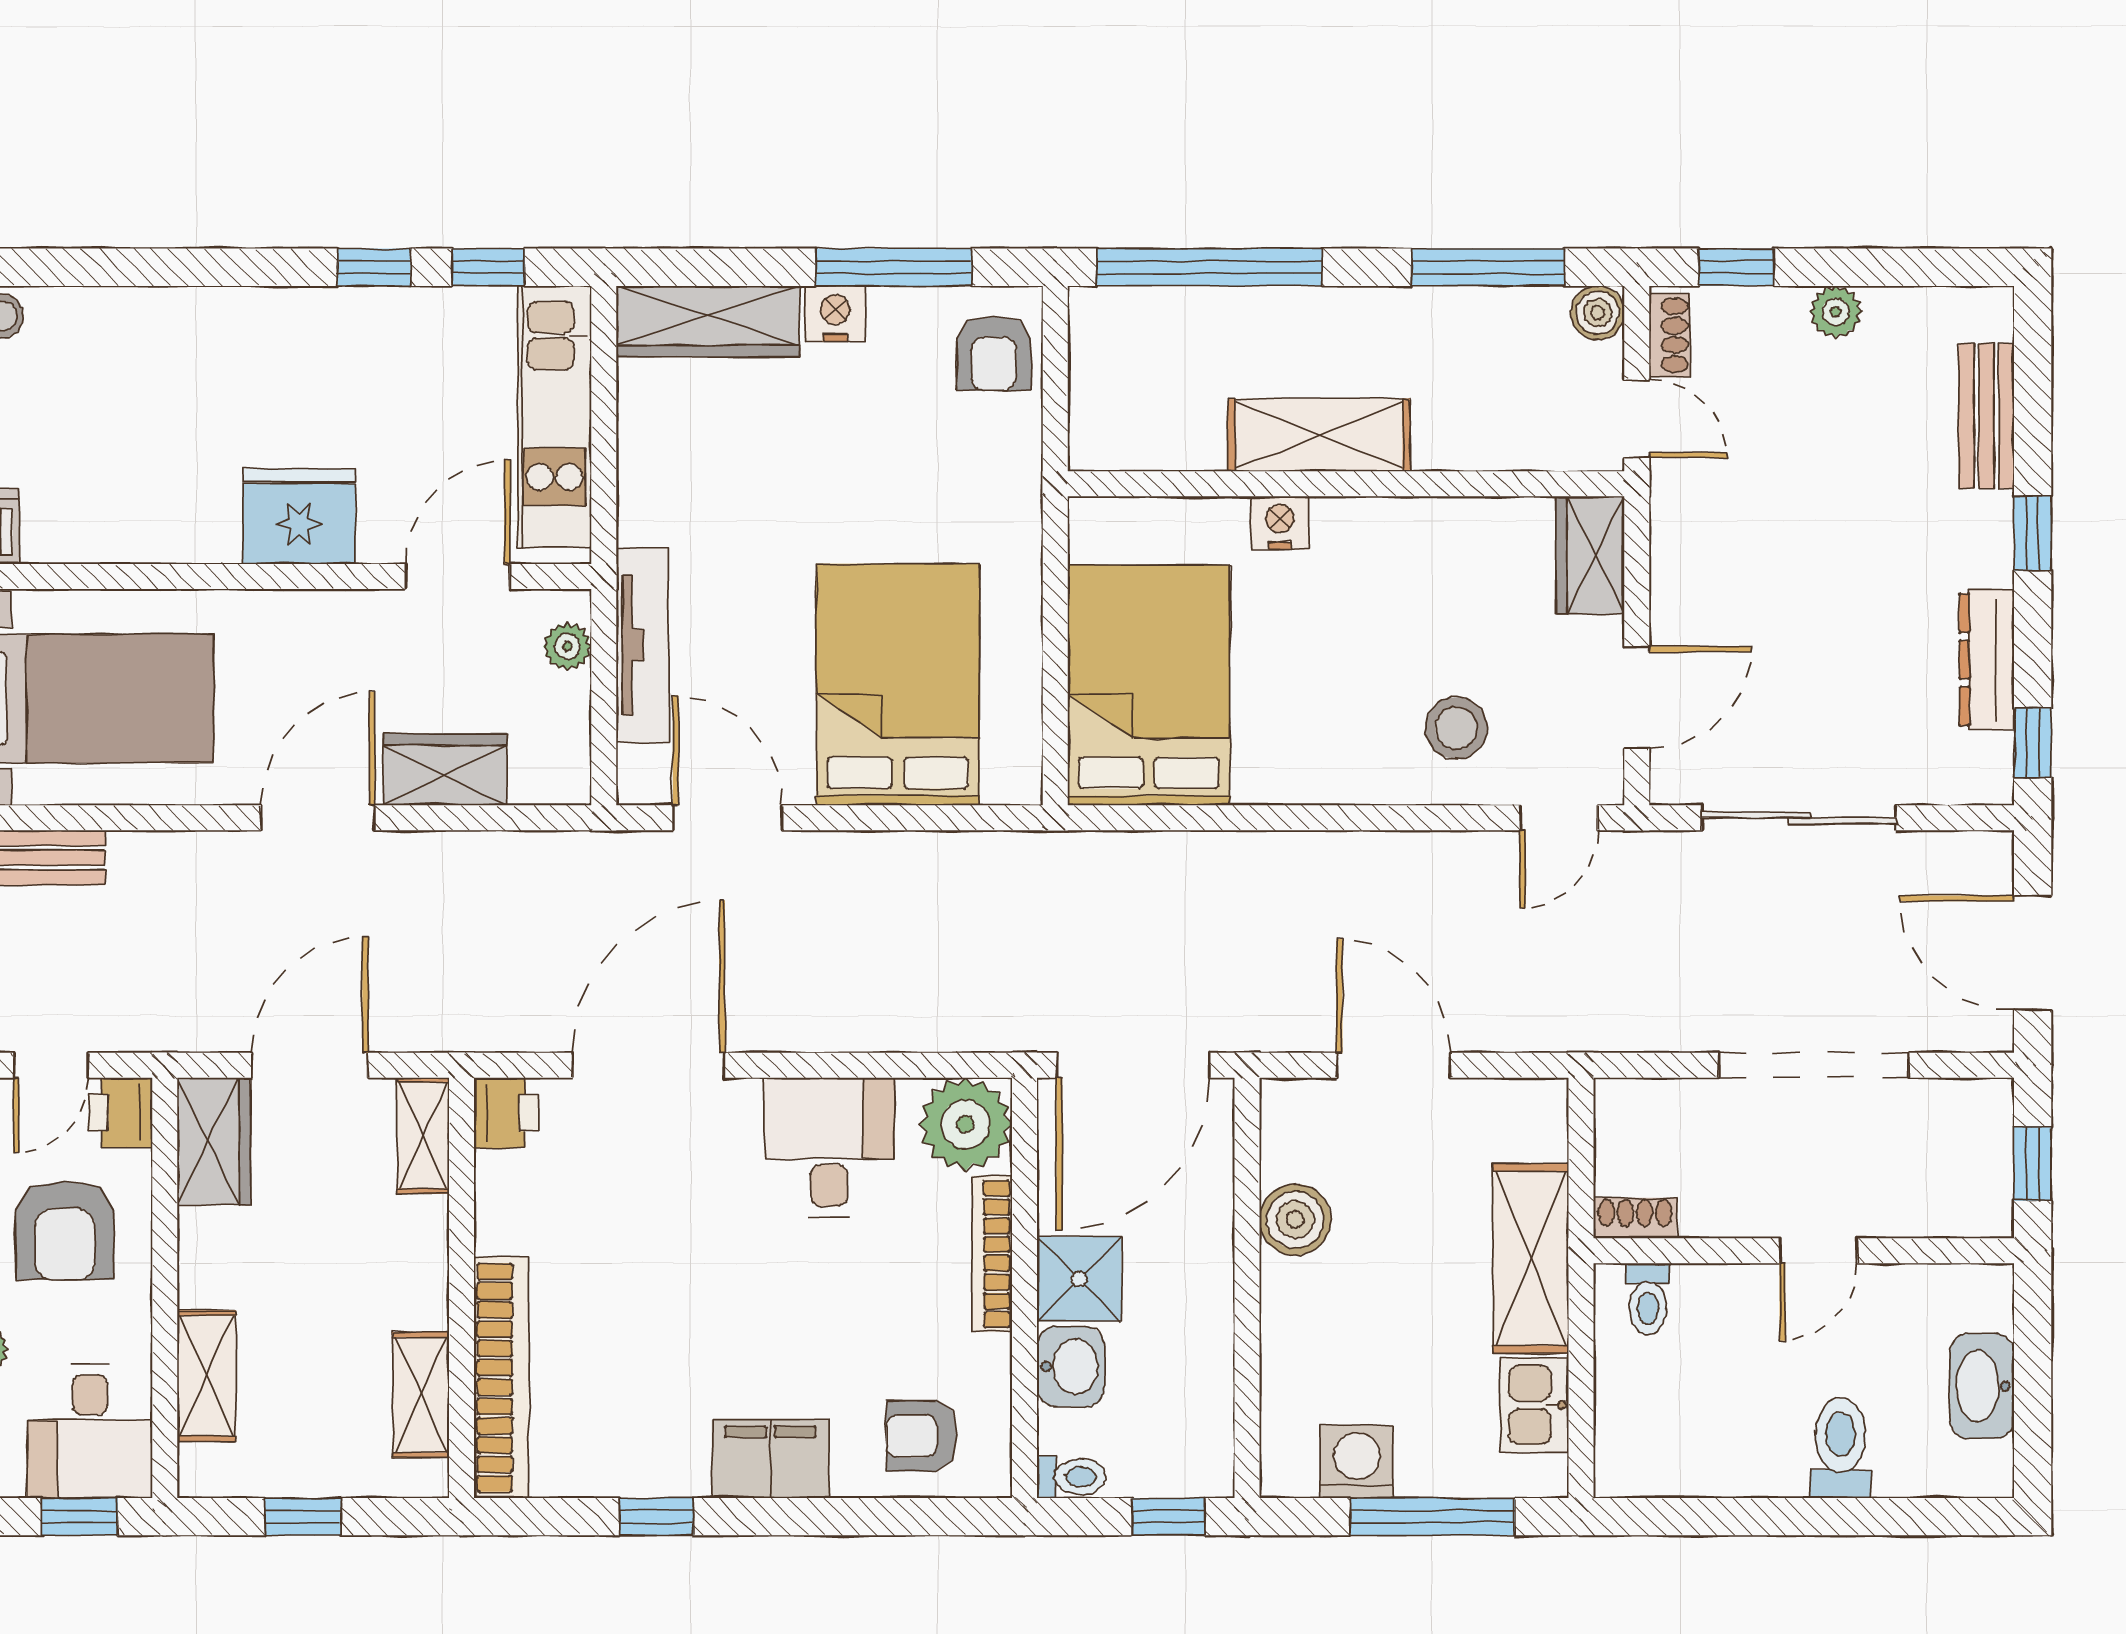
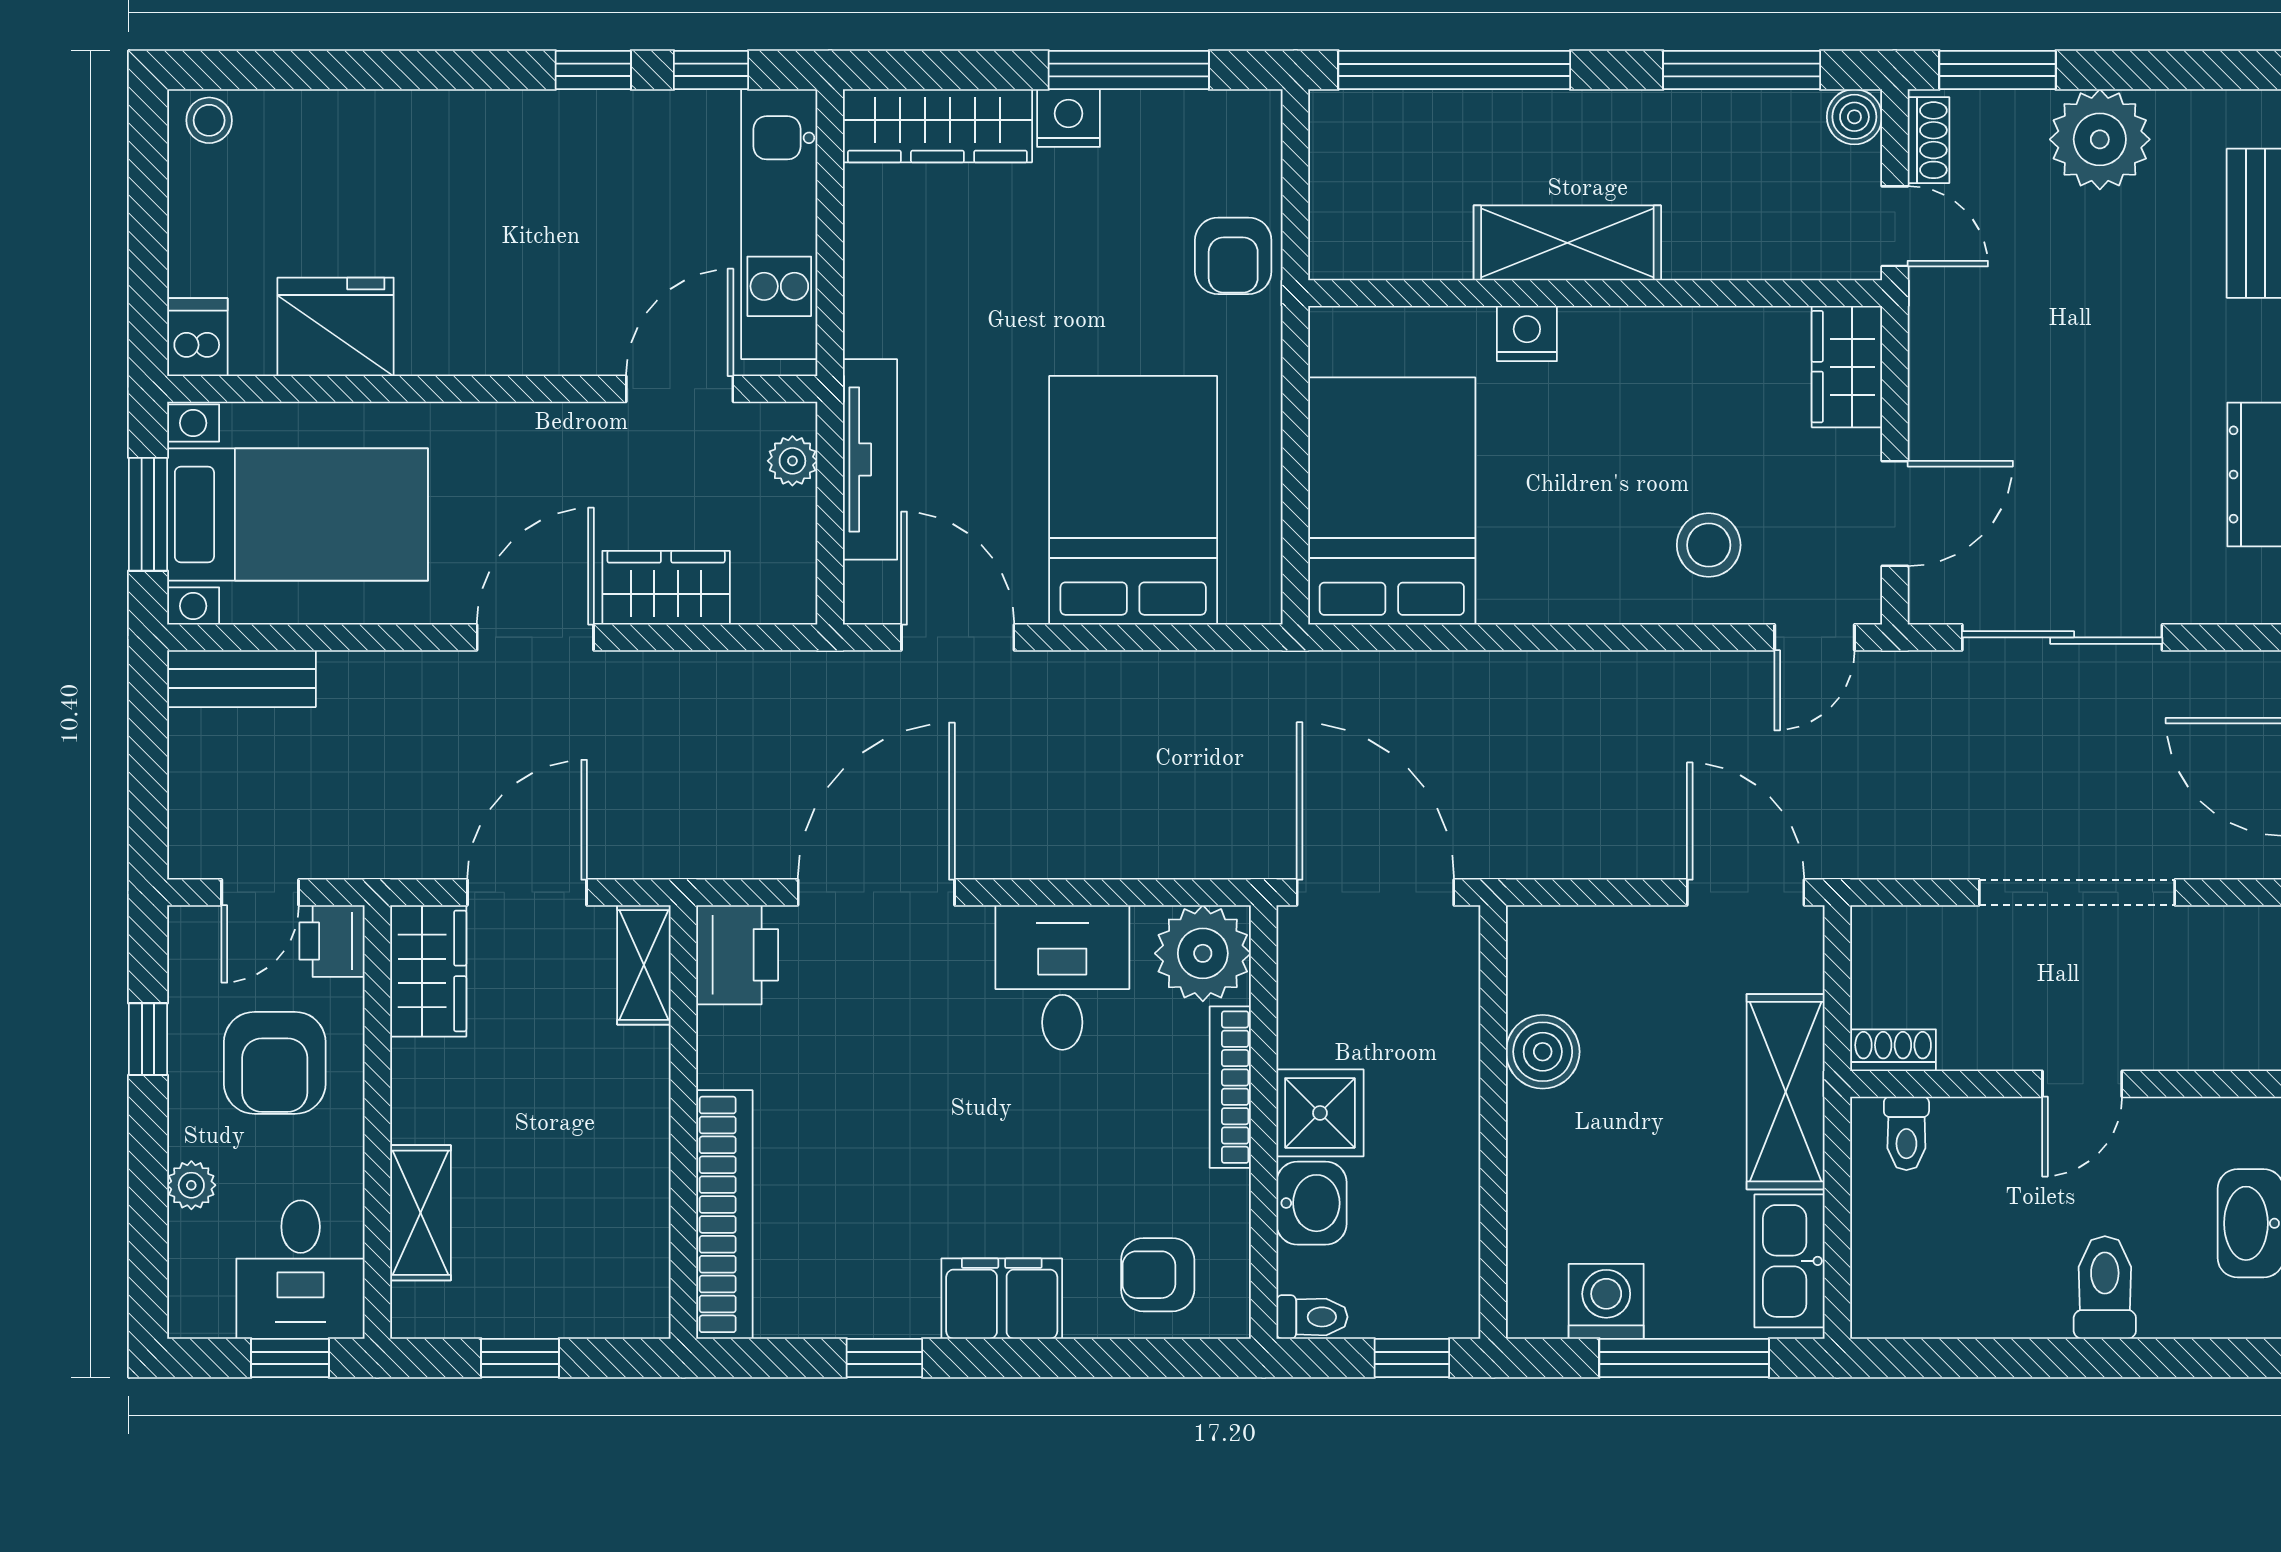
window: (1736, 267) -> (1998, 70), width x1.50
plant: (1836, 312) -> (2100, 139), width x1.88, depth x1.88
armchair: (994, 353) -> (1233, 256), moved
fridge: (299, 516) -> (336, 327), moved
door: (1133, 1065) -> (1375, 892), swing flipped
door: (1394, 1065) -> (1746, 892), moved
printer: (506, 1113) -> (737, 955), width x1.36, depth x1.24
shelving: (421, 1395) -> (642, 1232), removed
kitchen sink: (1535, 1405) -> (1790, 1261), width x1.38

